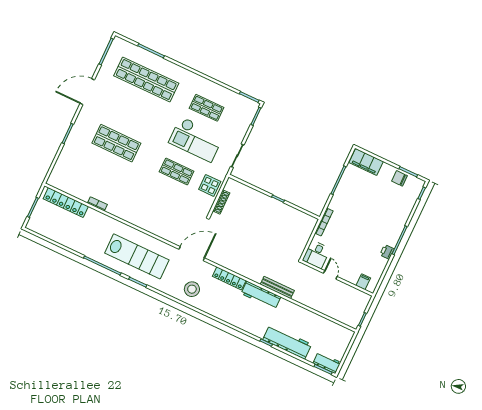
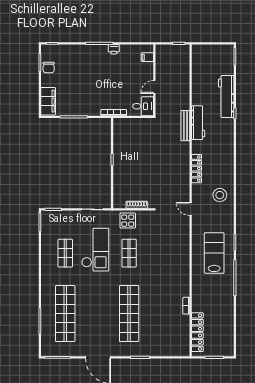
shop shelf: (116, 143) -> (129, 314), width x1.40
door: (192, 254) -> (191, 209), width x0.53
lab bench: (137, 256) -> (214, 253), width x0.73
workbench: (261, 295) -> (198, 123), moved
workbench: (327, 363) -> (228, 56), removed

